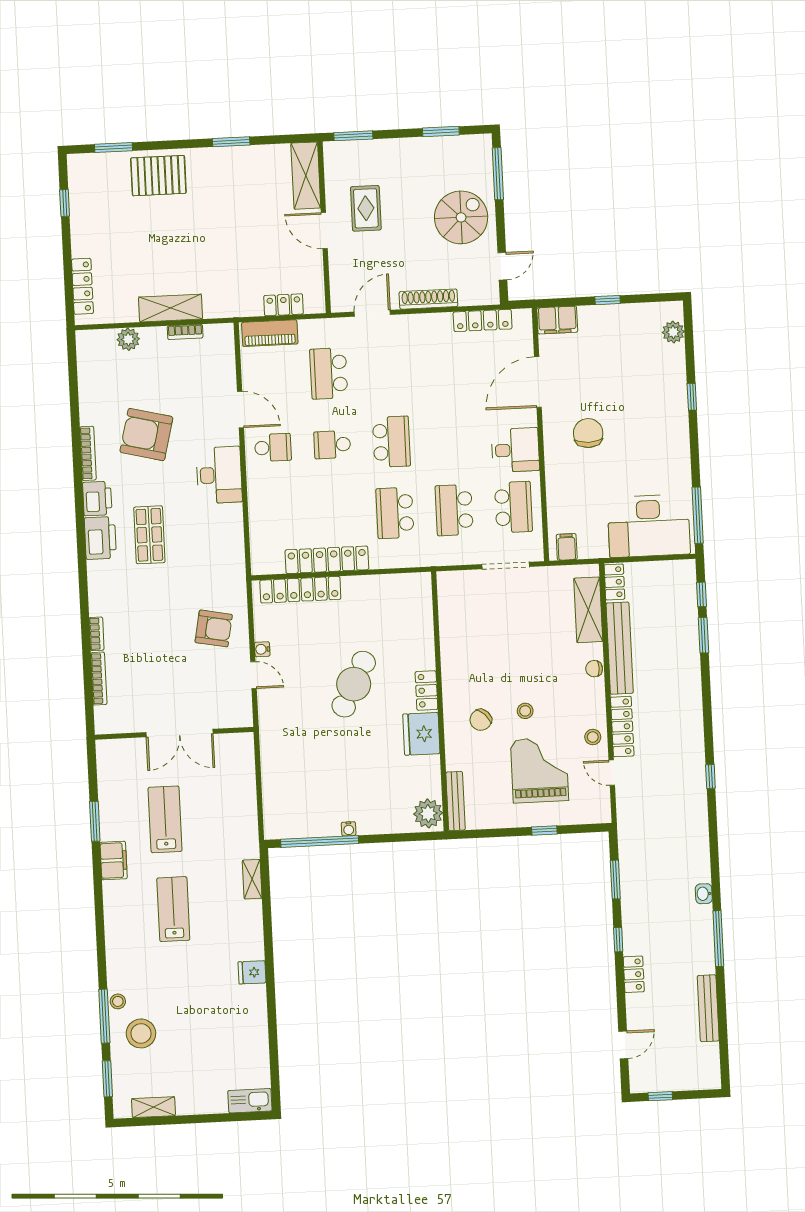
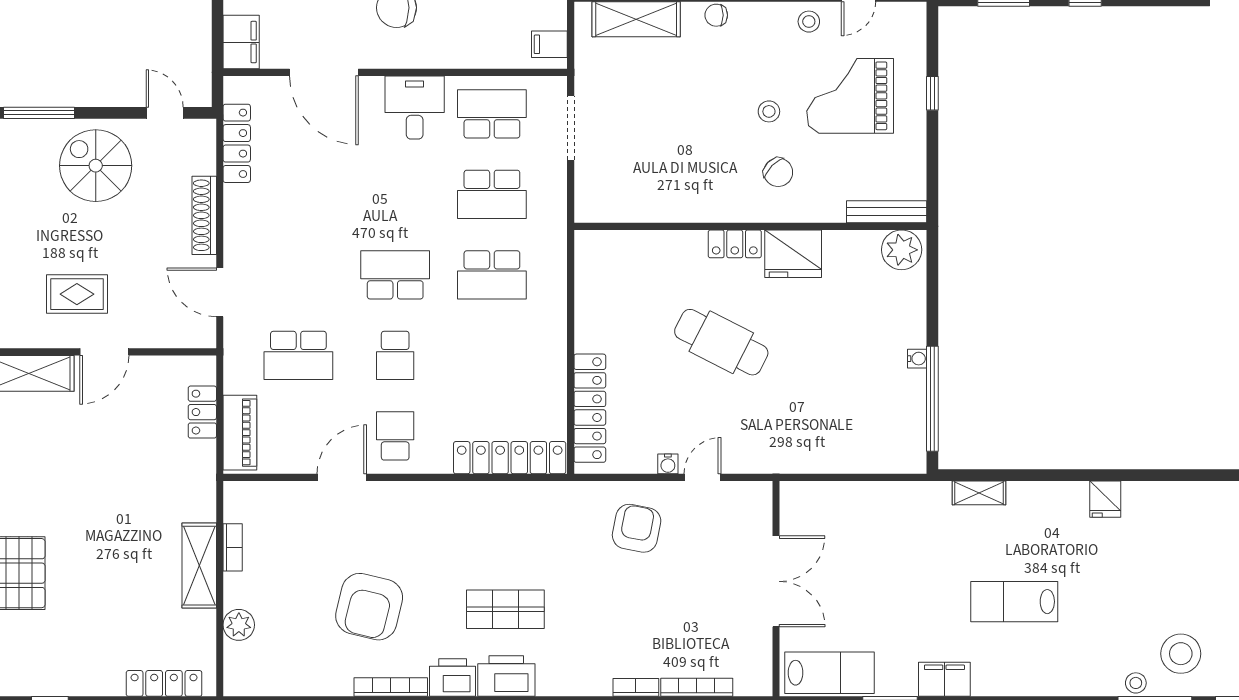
desk: (219, 475) -> (429, 511), removed
locker: (327, 560) -> (510, 458), moved, turned 90
chair: (594, 669) -> (716, 15), turned 90
lab bench: (165, 819) -> (829, 673), moved, turned 180

